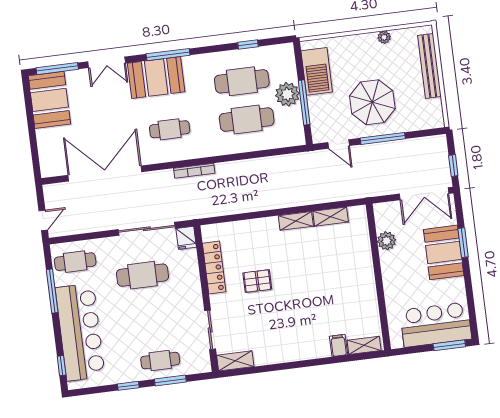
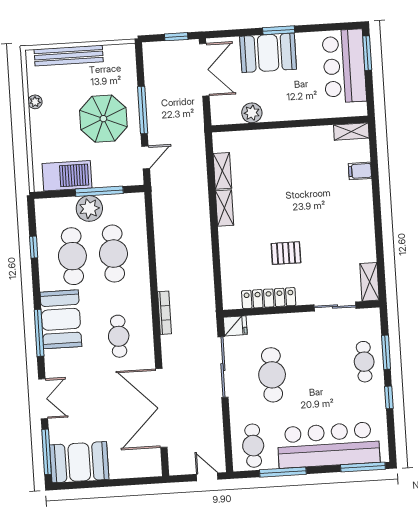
booth: (156, 78) -> (61, 319), moved
window: (463, 243) -> (279, 30), moved
pallet: (257, 281) -> (286, 253), turned 90
shelving: (364, 345) -> (351, 132), moved, turned 90
window: (62, 366) -> (363, 467), width x2.17

